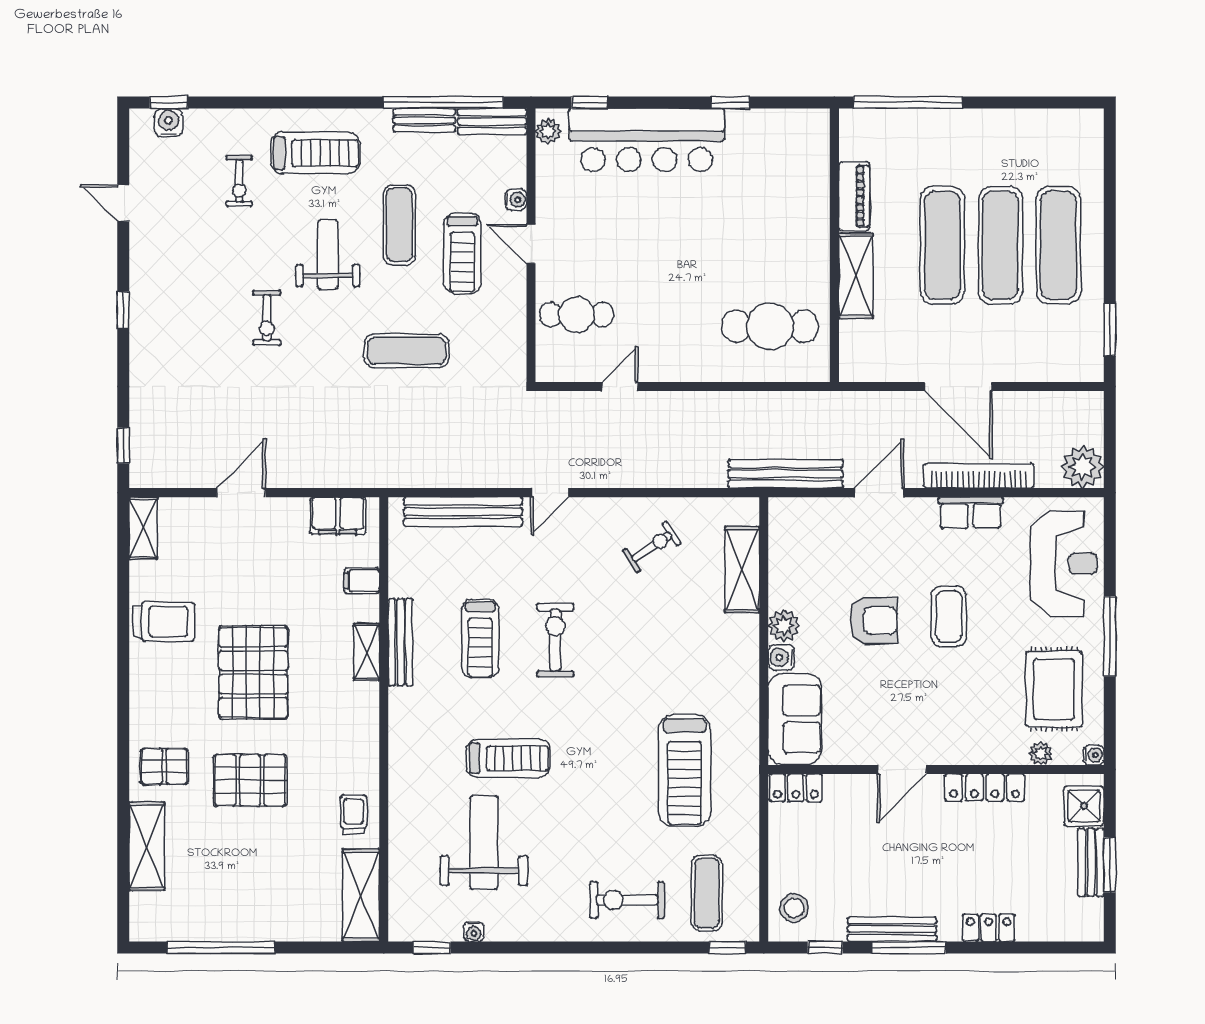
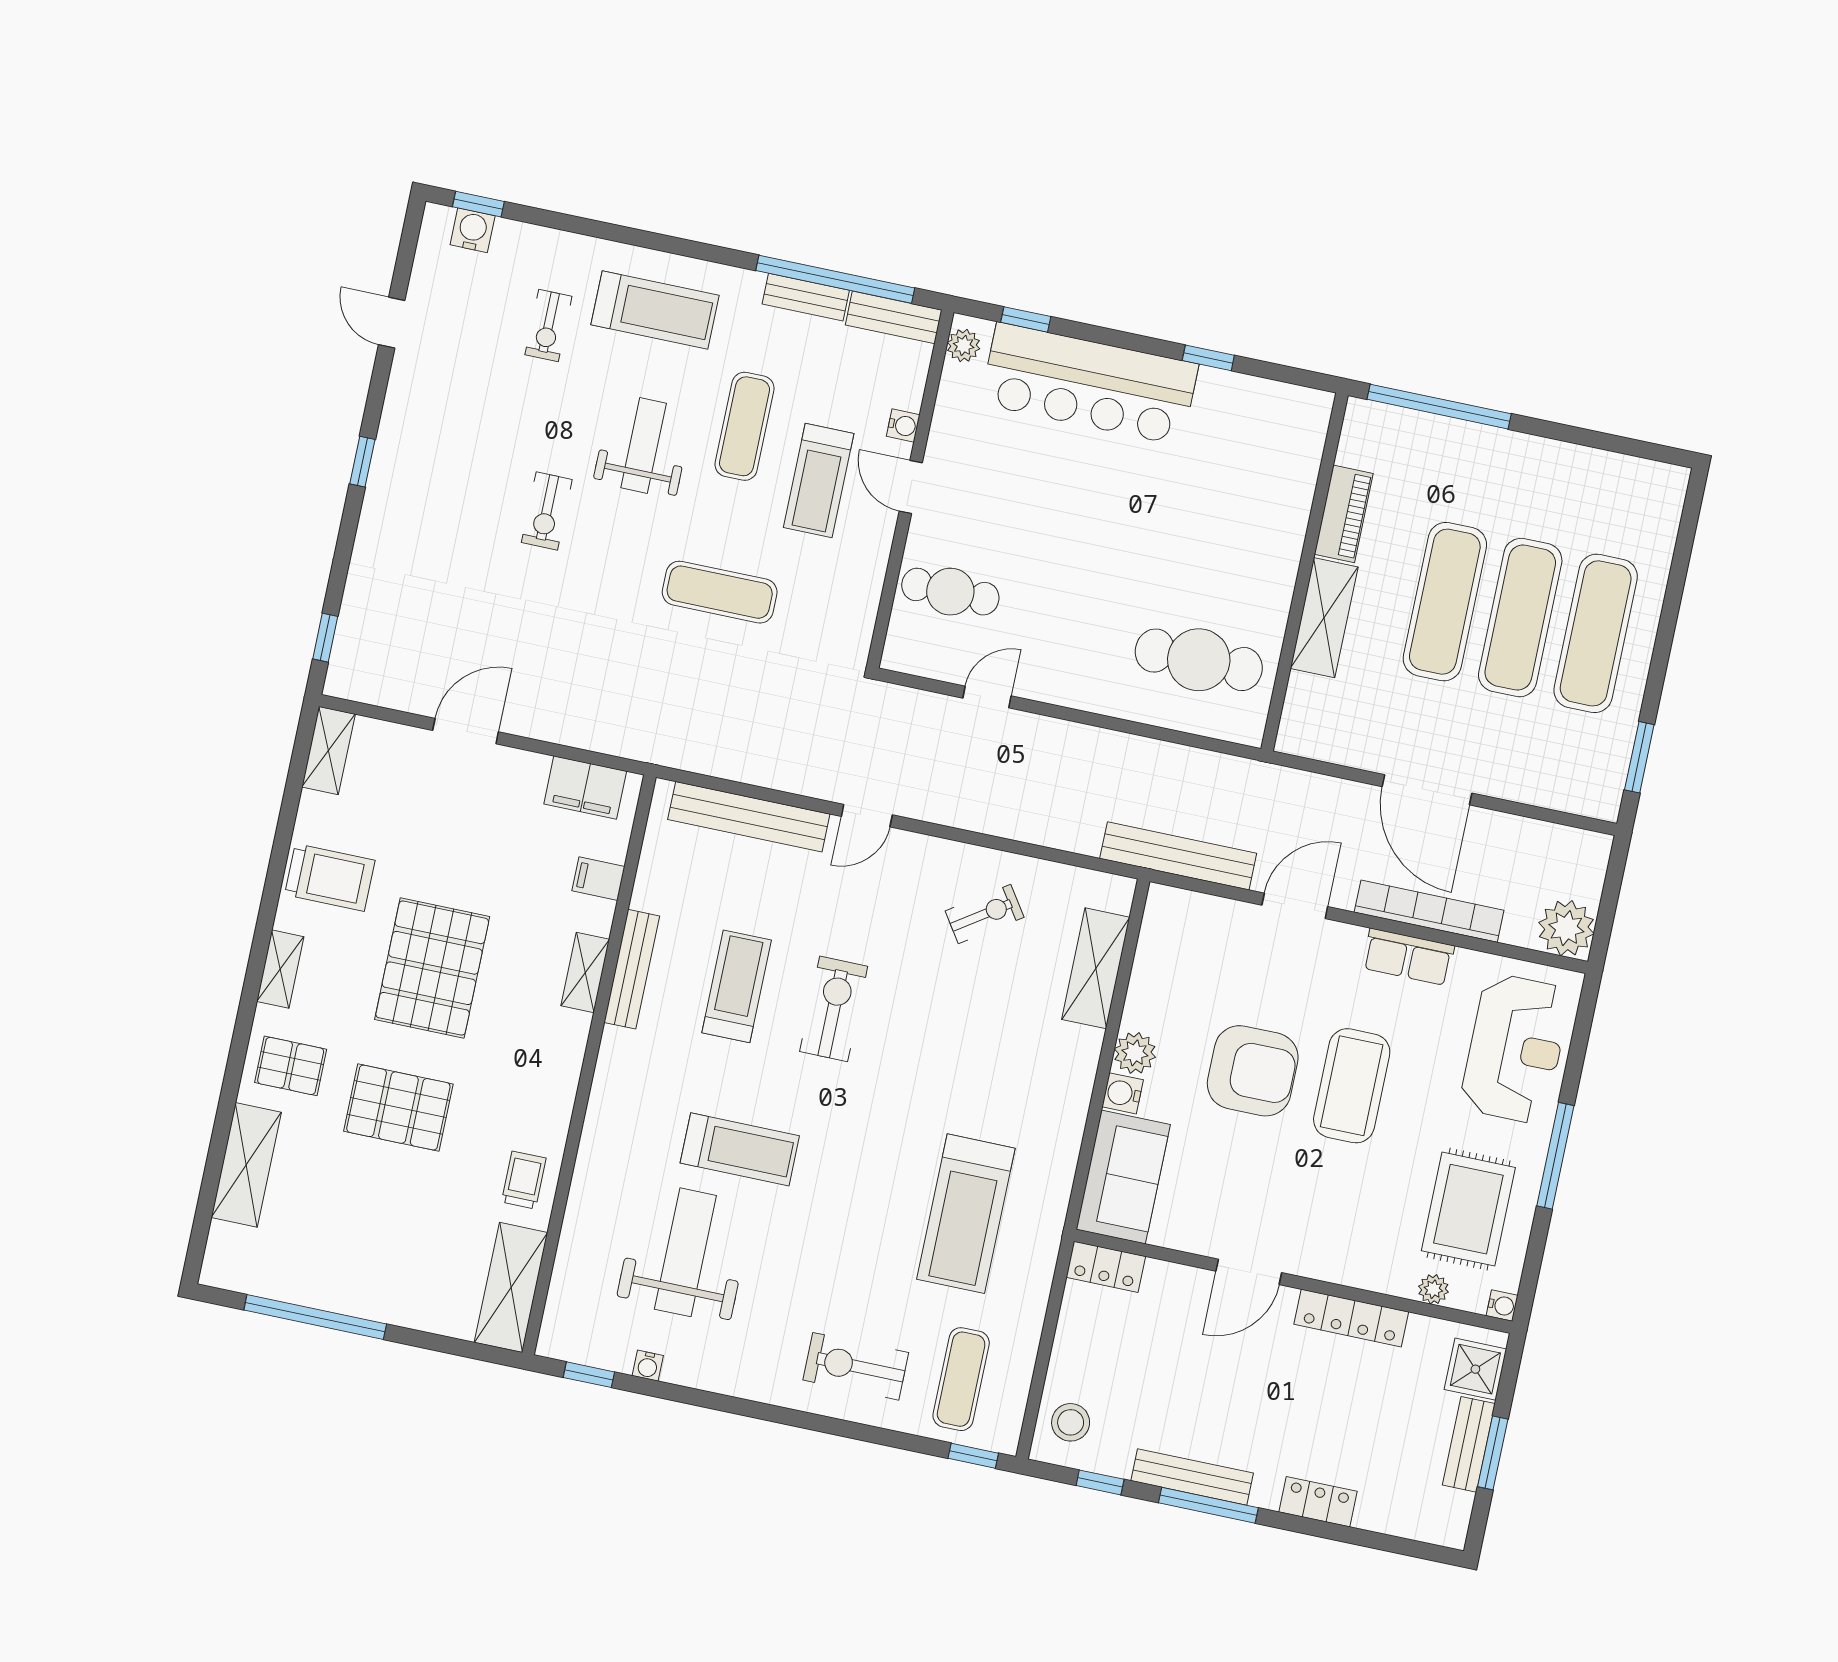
coffee table: (949, 616) -> (1352, 1086), width x1.36, depth x1.32
armchair: (874, 621) -> (1253, 1071), width x1.36, depth x1.36
treadmill: (480, 639) -> (737, 986), turned 180
shelving: (142, 697) -> (280, 969), added

